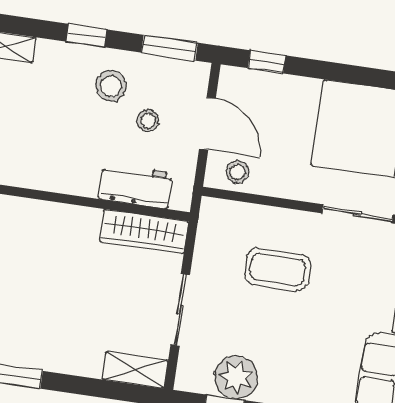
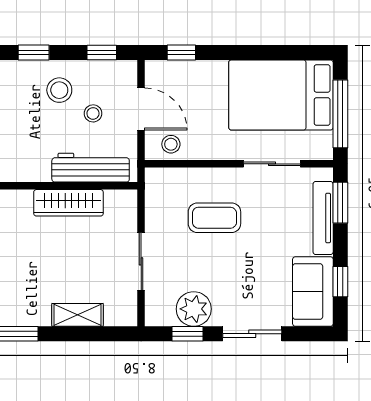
window: (170, 48) -> (102, 52), width x0.67
workbench: (135, 186) -> (91, 168), width x1.38
wardrobe: (144, 231) -> (68, 203), moved
shelving: (135, 370) -> (78, 315), moved

